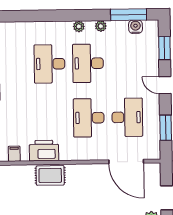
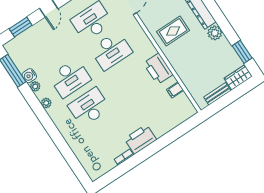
water cooler: (135, 27) -> (29, 76), moved
desk: (49, 64) -> (89, 107), turned 180
rug: (50, 175) -> (173, 31), moved, turned 90

